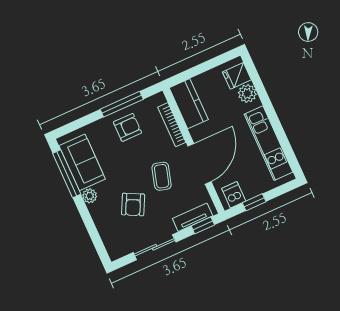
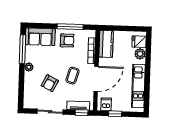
sofa: (82, 162) -> (40, 37), moved, turned 90

